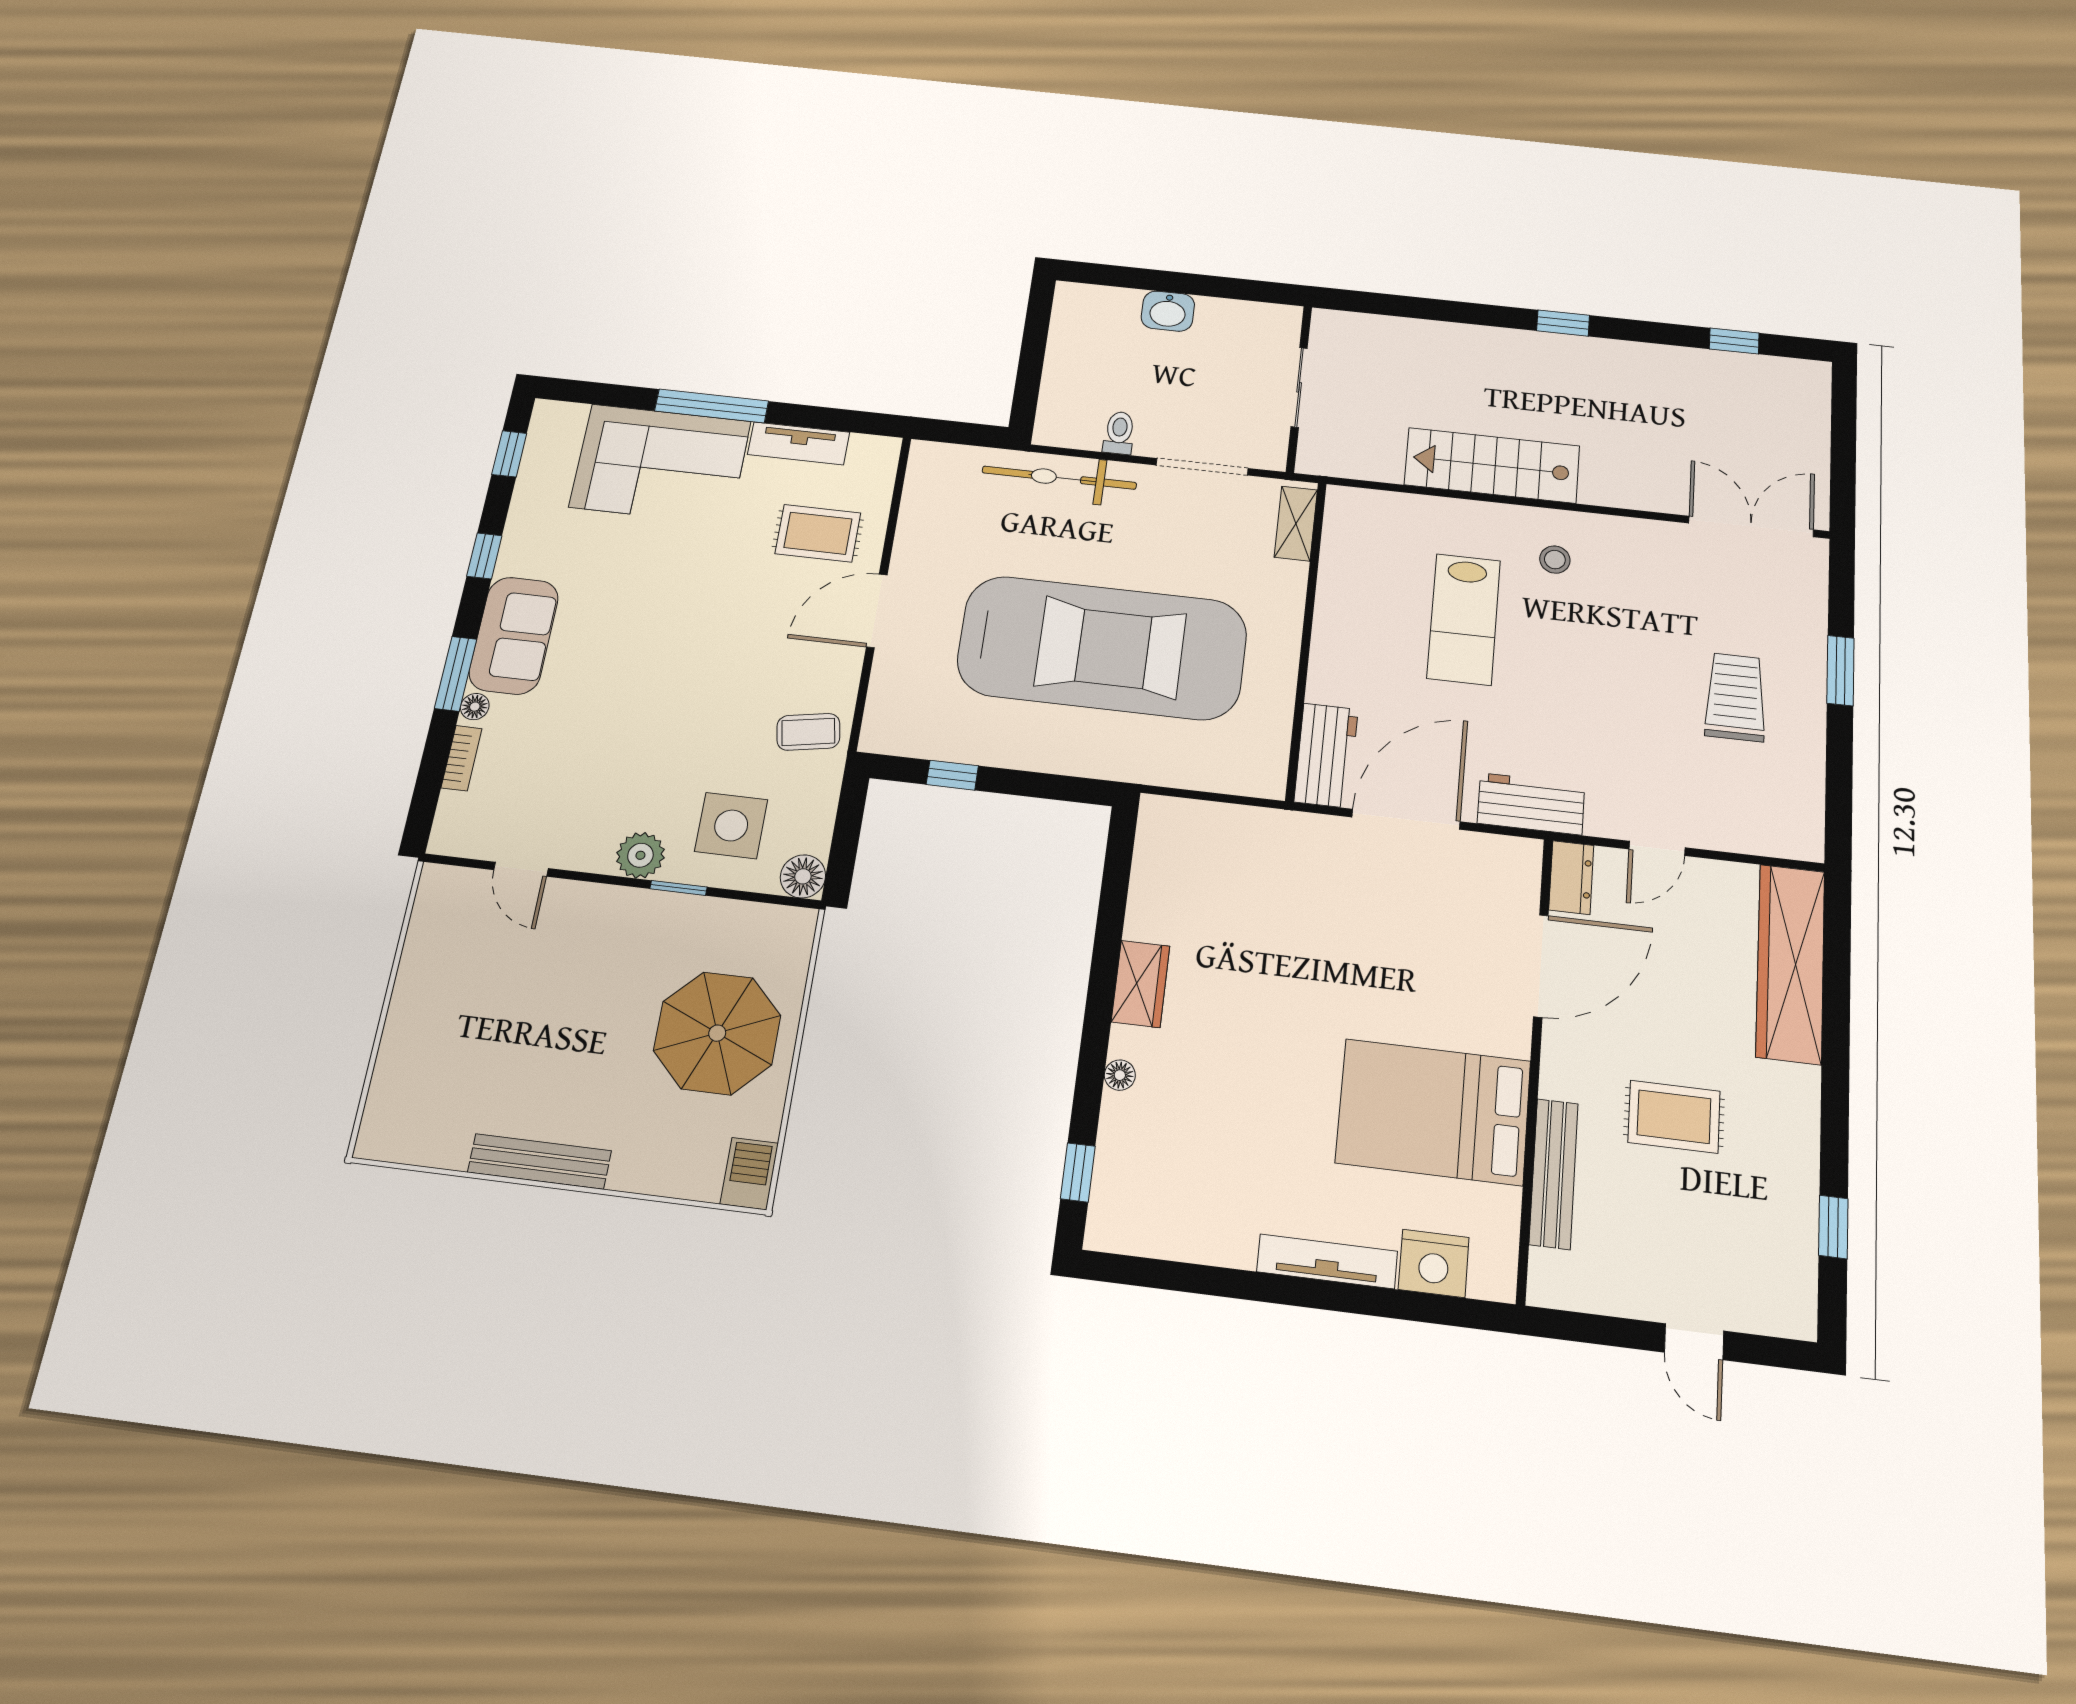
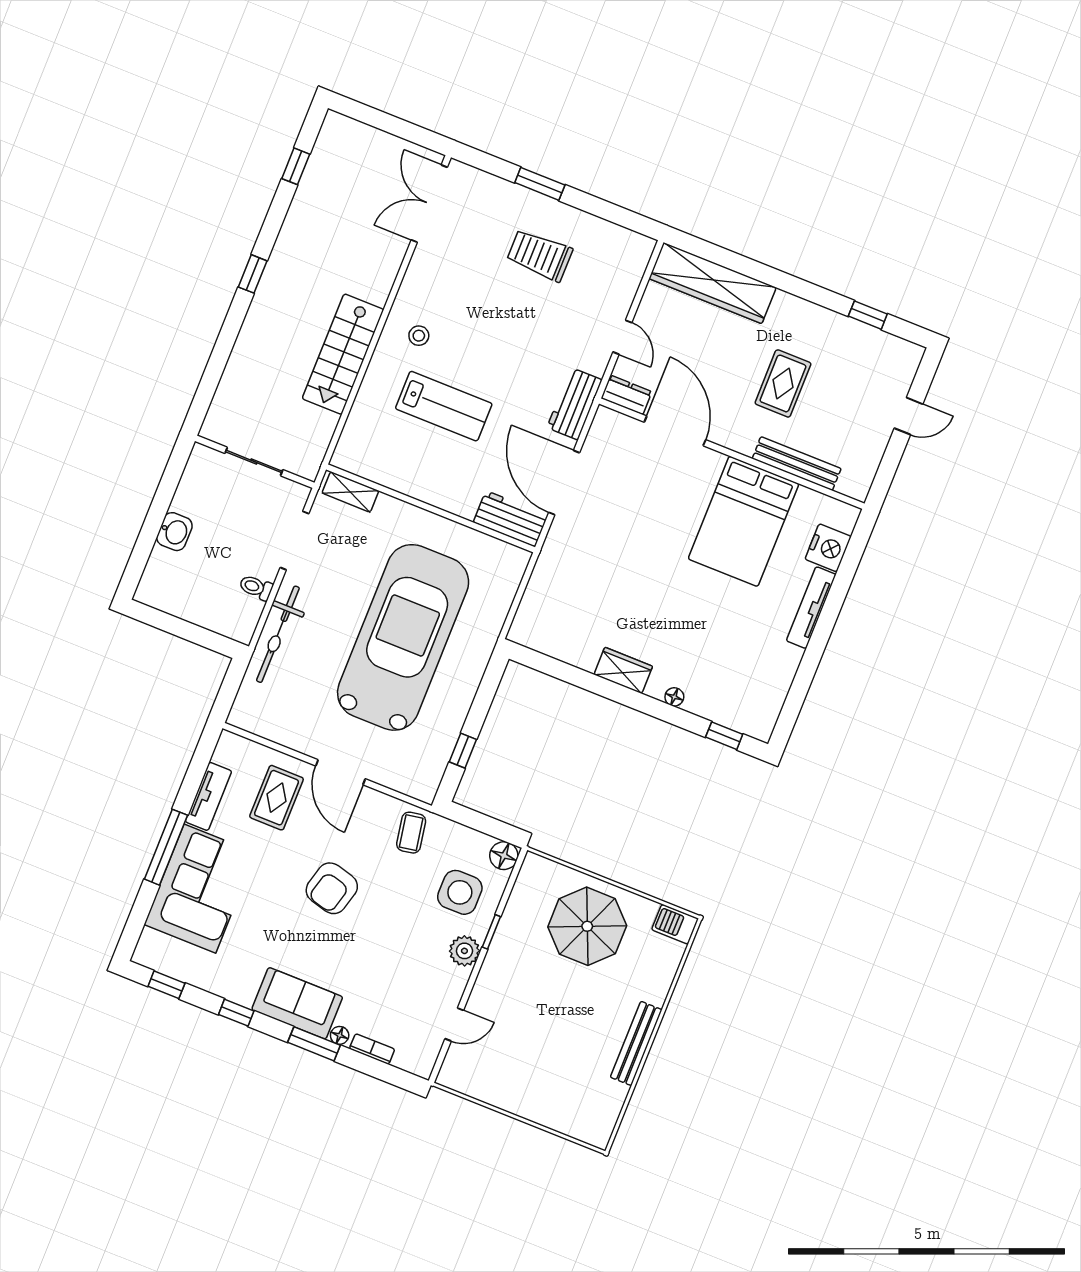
armchair: (699, 641) -> (332, 888), added

